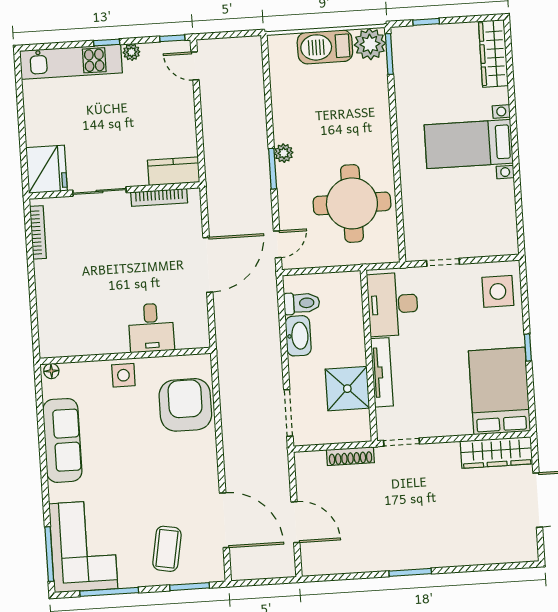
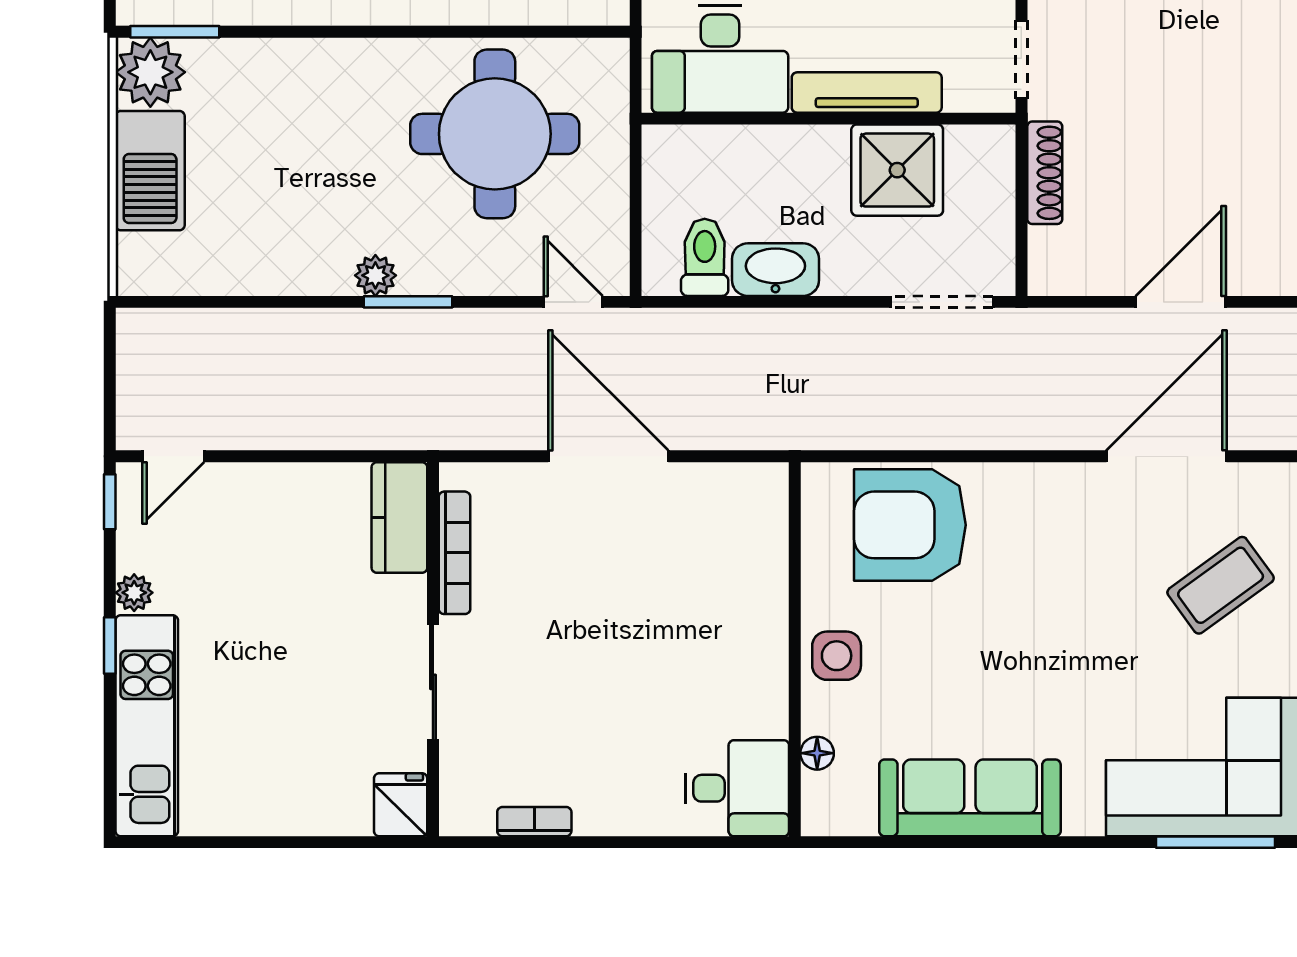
fridge: (47, 169) -> (401, 805), width x0.53, depth x0.75
bookcase: (38, 232) -> (534, 822), width x0.64
desk: (151, 328) -> (737, 788), moved
floor lamp: (51, 371) -> (817, 753), moved
coffee table: (167, 549) -> (1221, 585), turned -46

